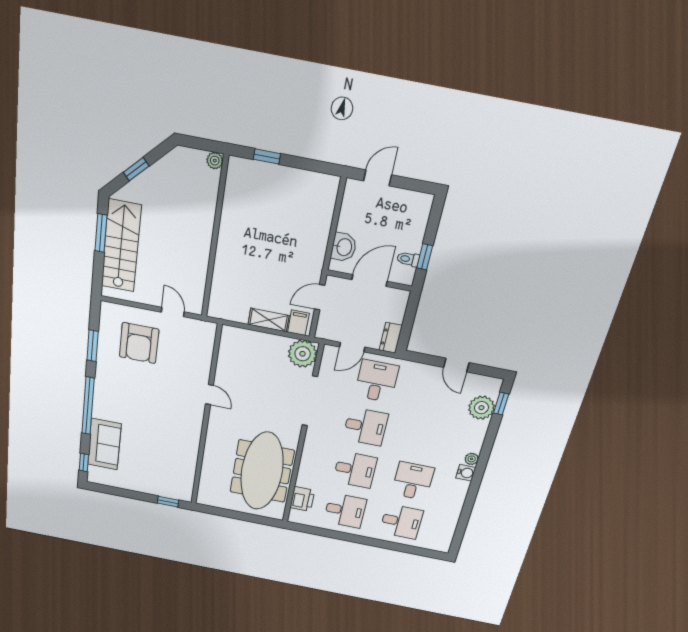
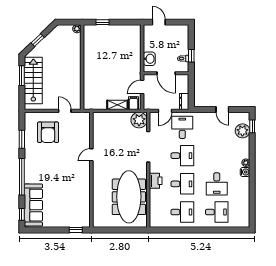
door: (378, 178) -> (159, 22), hinge flipped
door: (369, 280) -> (166, 73), swing flipped
door: (209, 395) -> (91, 155), swing flipped
sofa: (104, 444) -> (33, 205), width x1.36
desk: (413, 481) -> (217, 184), turned 180
printer: (302, 499) -> (156, 181), moved

